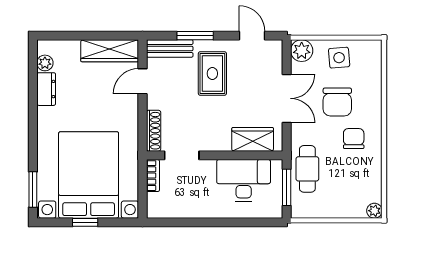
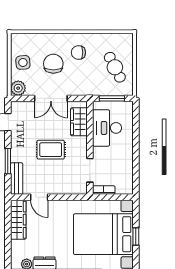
rug: (212, 74) -> (51, 150), moved
double door: (287, 98) -> (51, 98), swing flipped
chair: (337, 102) -> (53, 64), turned -90
shoe rack: (154, 131) -> (73, 190), removed
cafe table: (307, 169) -> (115, 67), moved, turned 63
plant: (374, 211) -> (128, 38), removed

